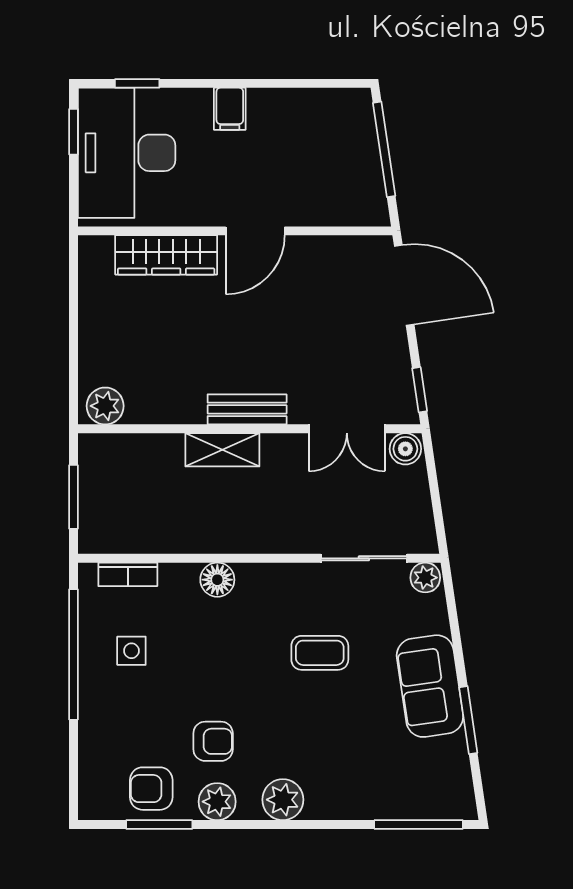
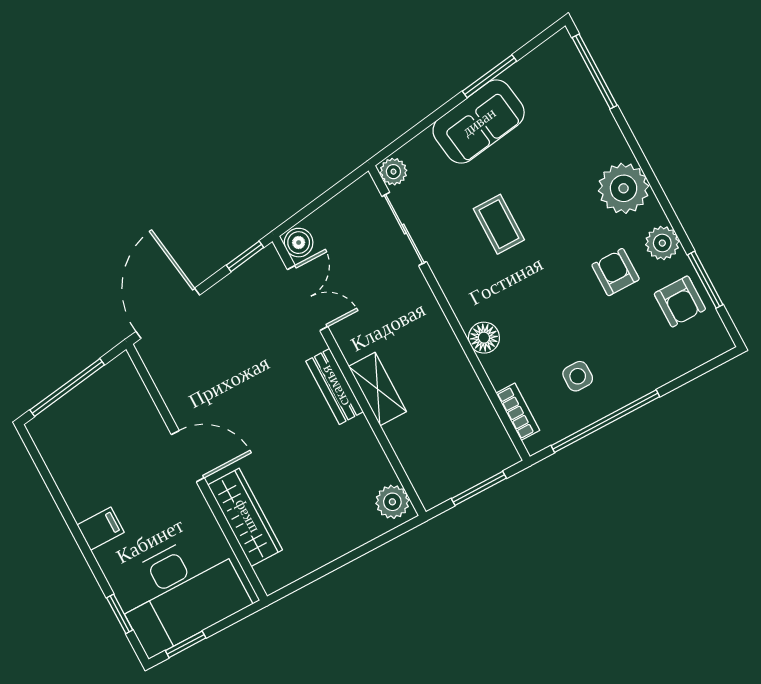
plant: (283, 800) -> (624, 188), width x1.36, depth x1.36

